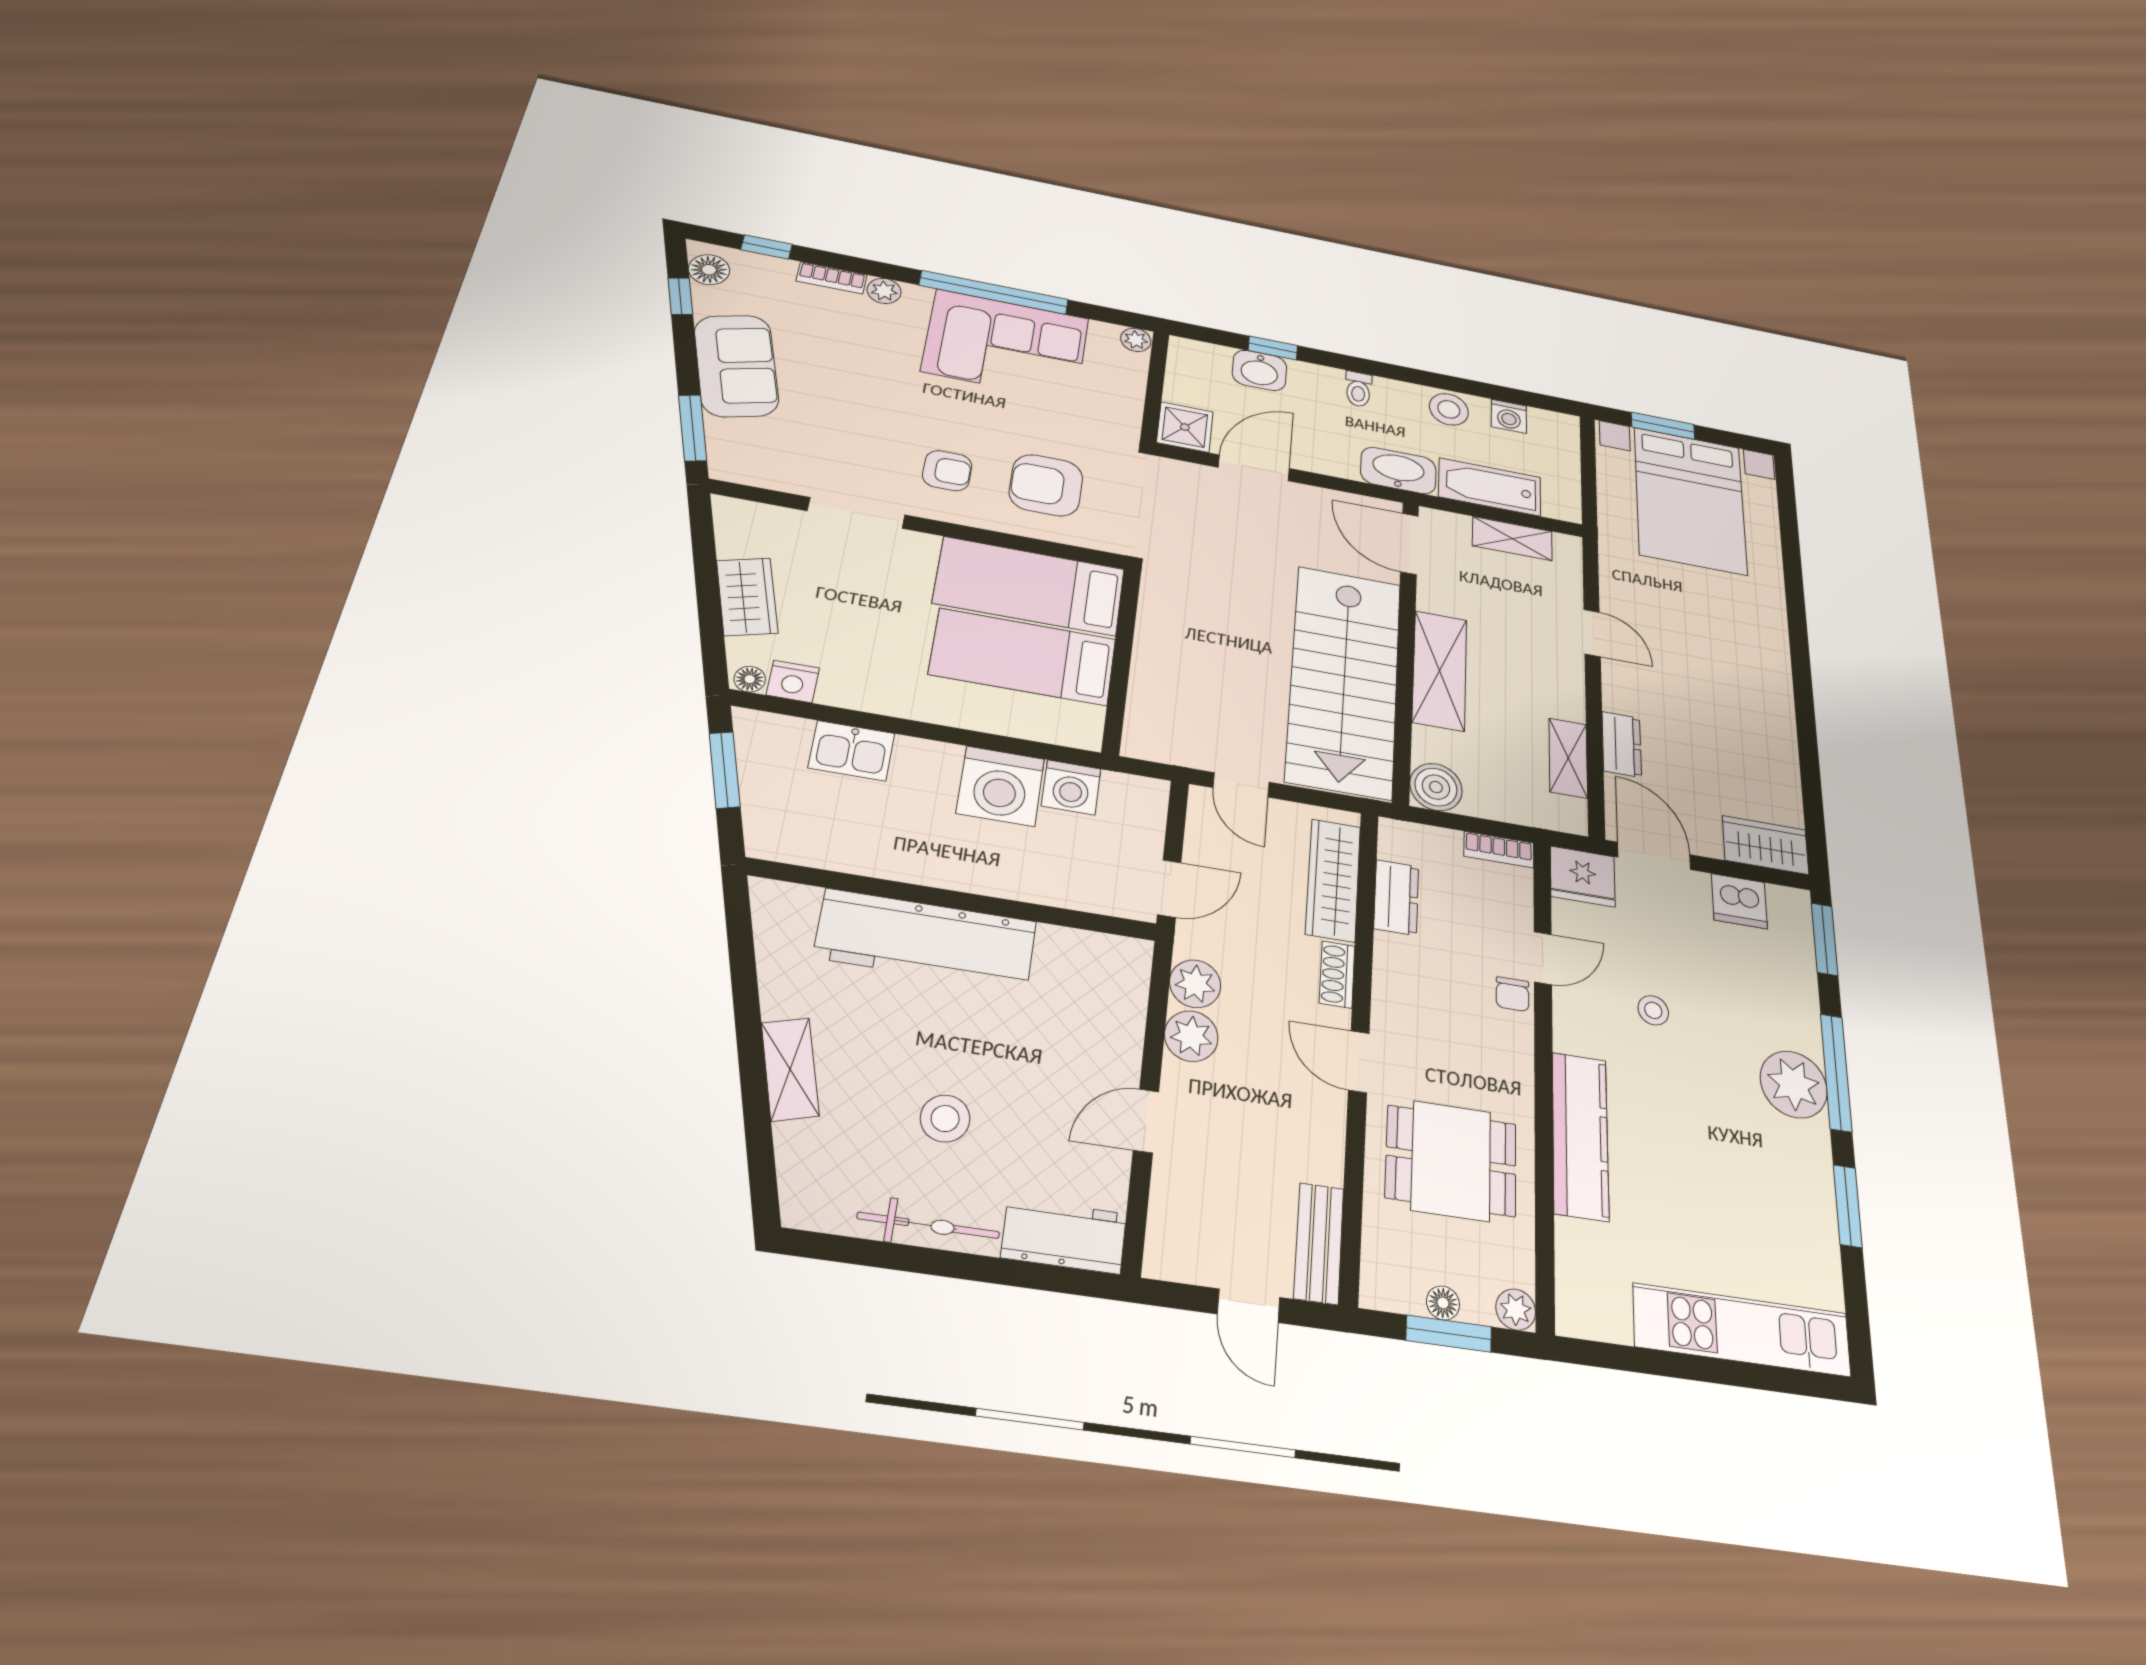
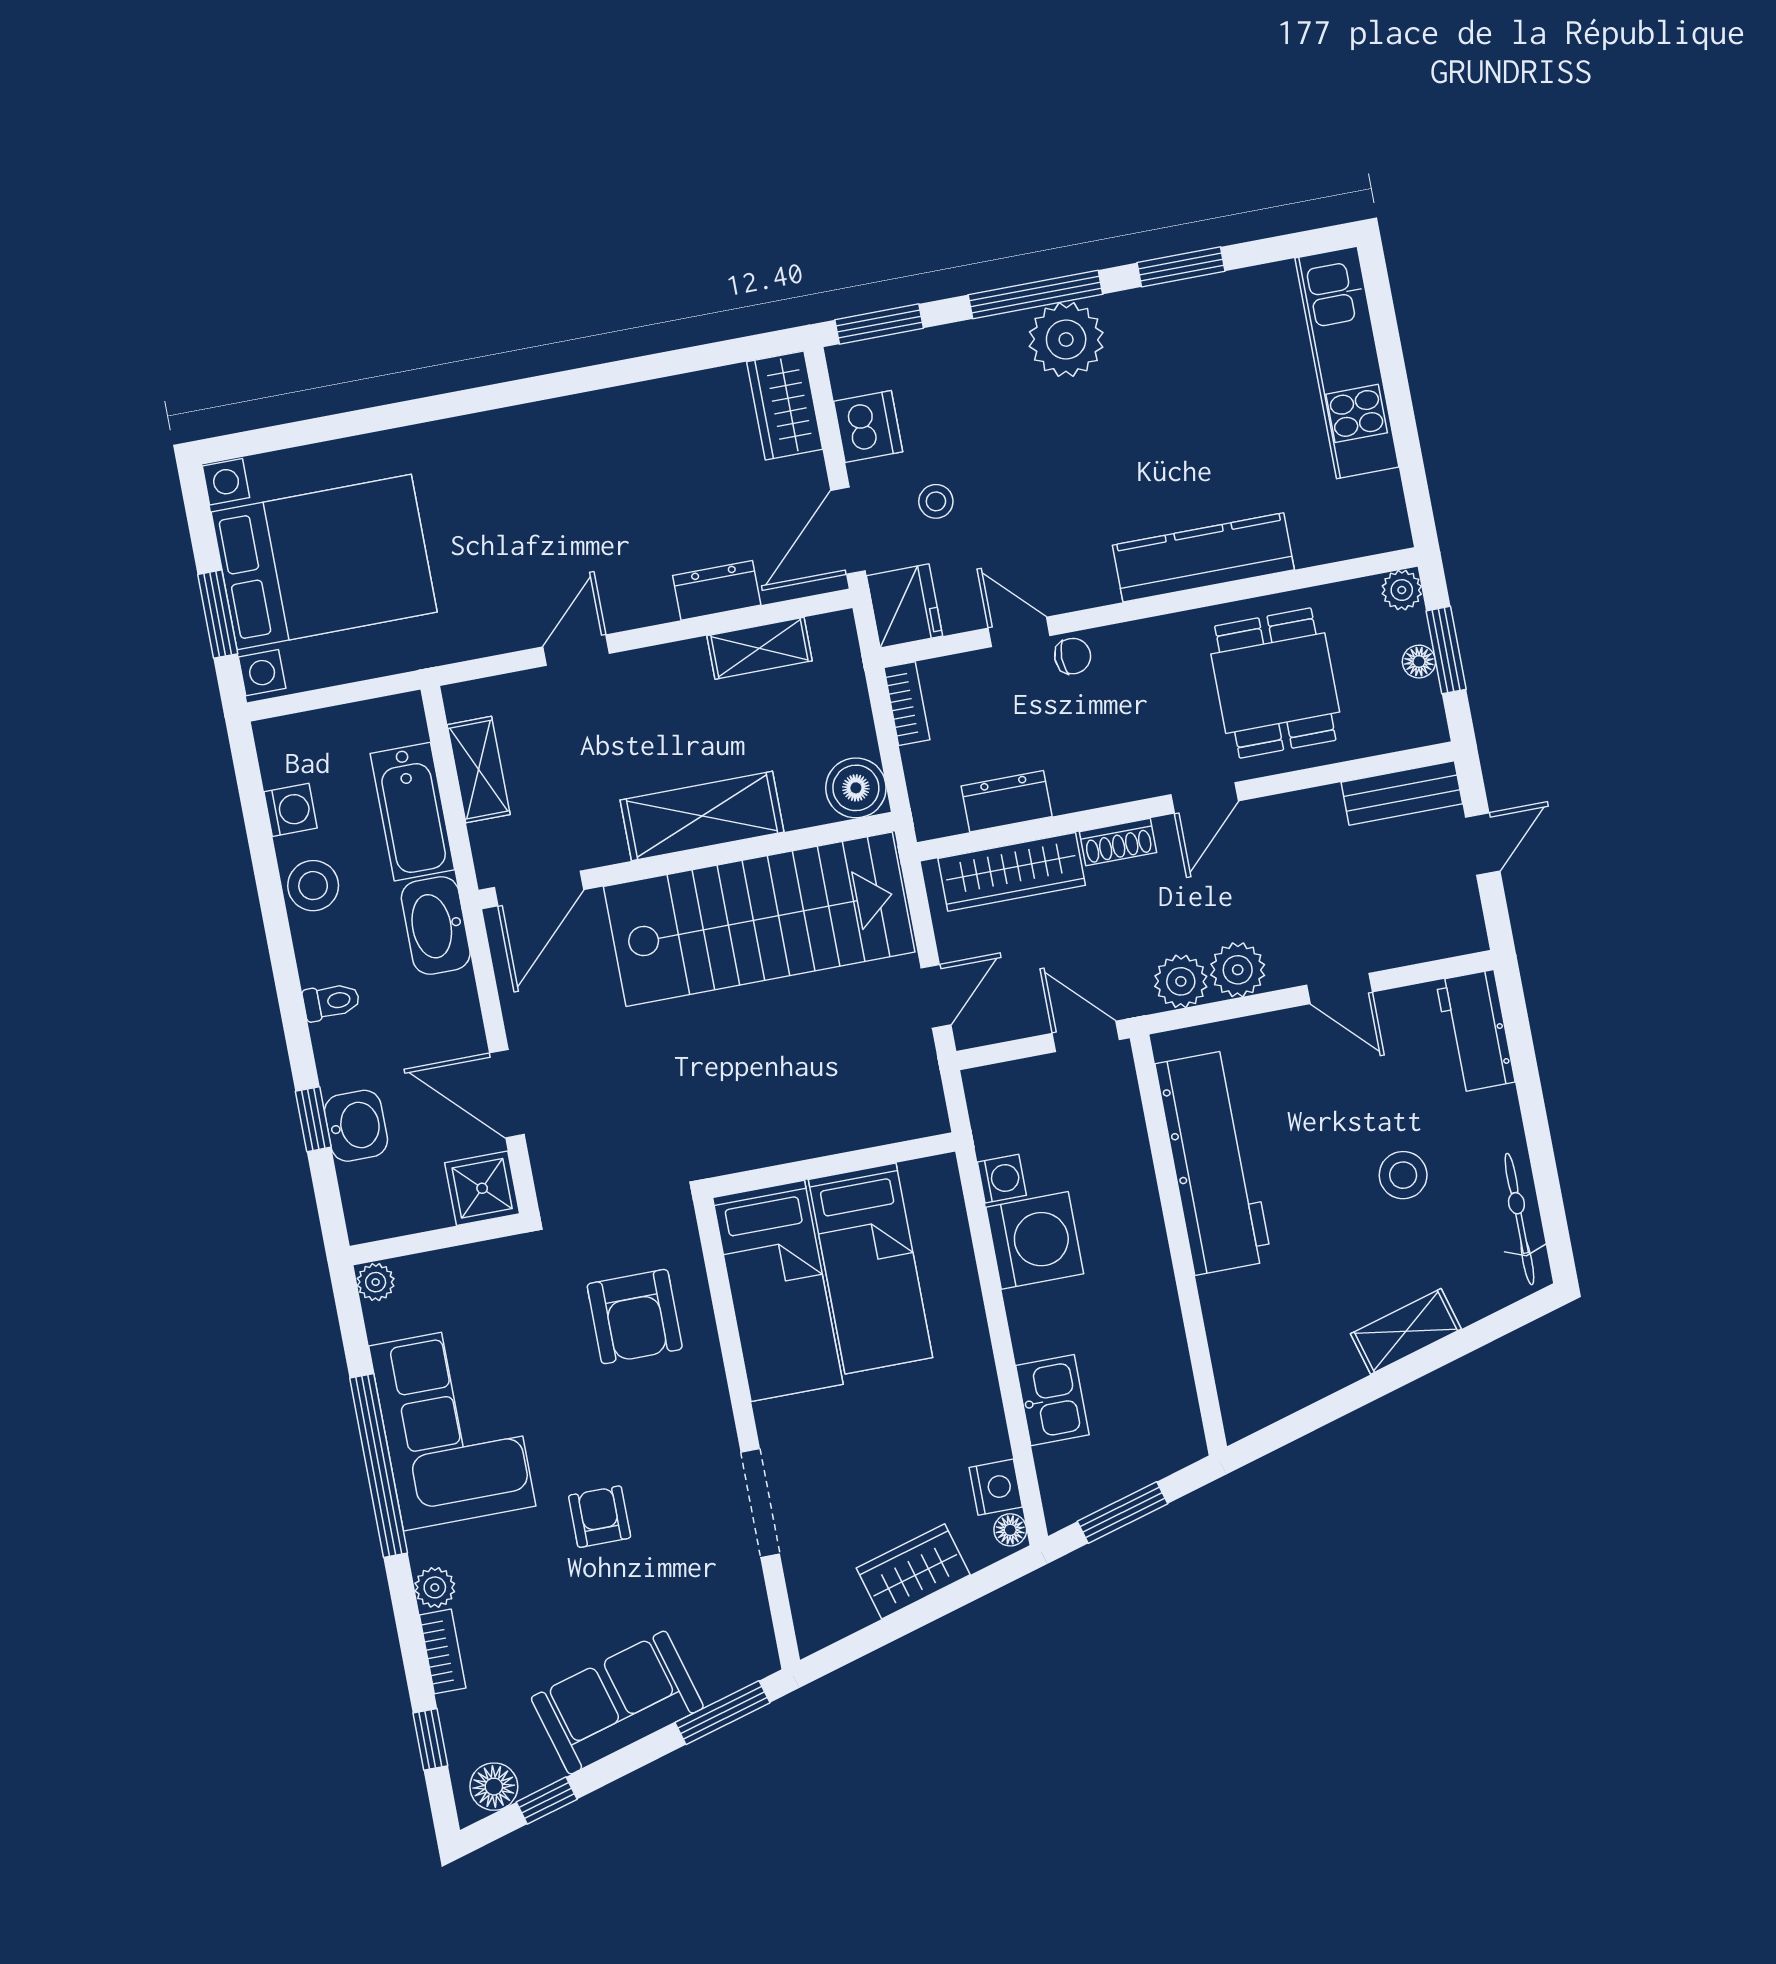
armchair: (947, 471) -> (600, 1517), moved
washing machine: (1071, 787) -> (1002, 1179), width x0.73, depth x0.73
workbench: (926, 940) -> (1213, 1162), moved
stool: (1653, 1010) -> (936, 501), moved
bicycle: (928, 1225) -> (1519, 1219), moved

